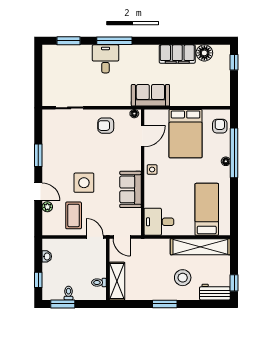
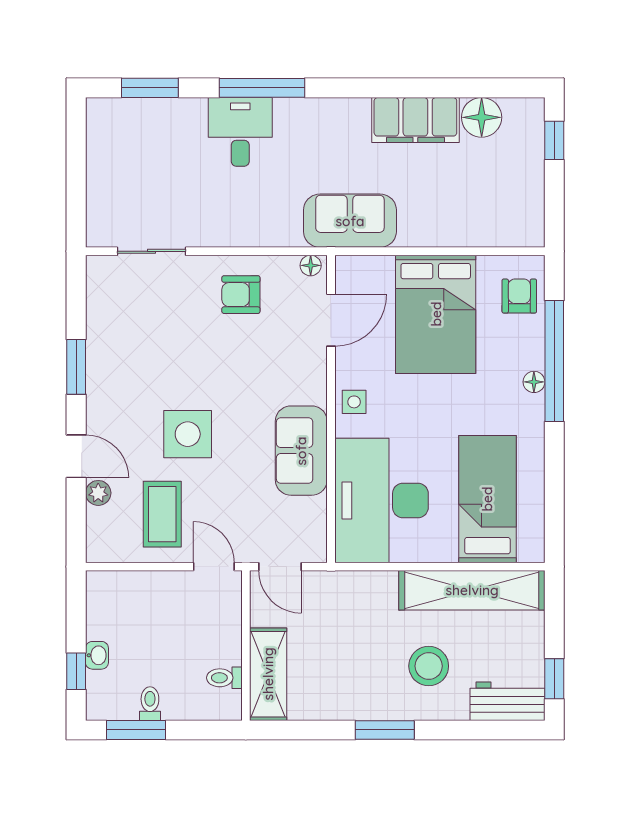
desk: (159, 222) -> (381, 500), width x1.87, depth x1.30
washbasin: (47, 256) -> (97, 655), moved

